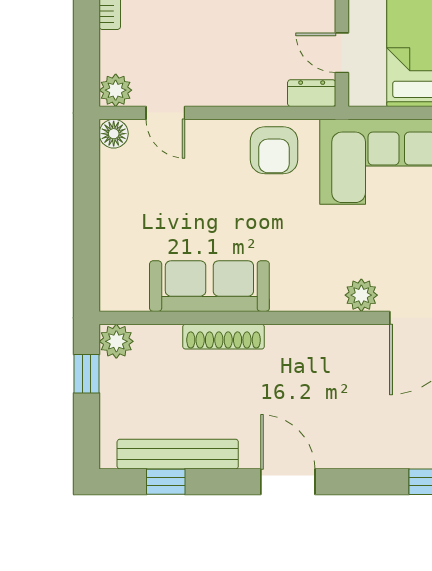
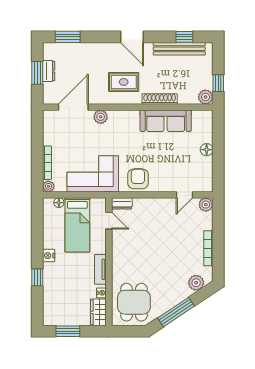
door: (165, 113) -> (184, 195), swing flipped
floor lamp: (114, 134) -> (207, 150), moved
rug: (307, 376) -> (124, 82), added

